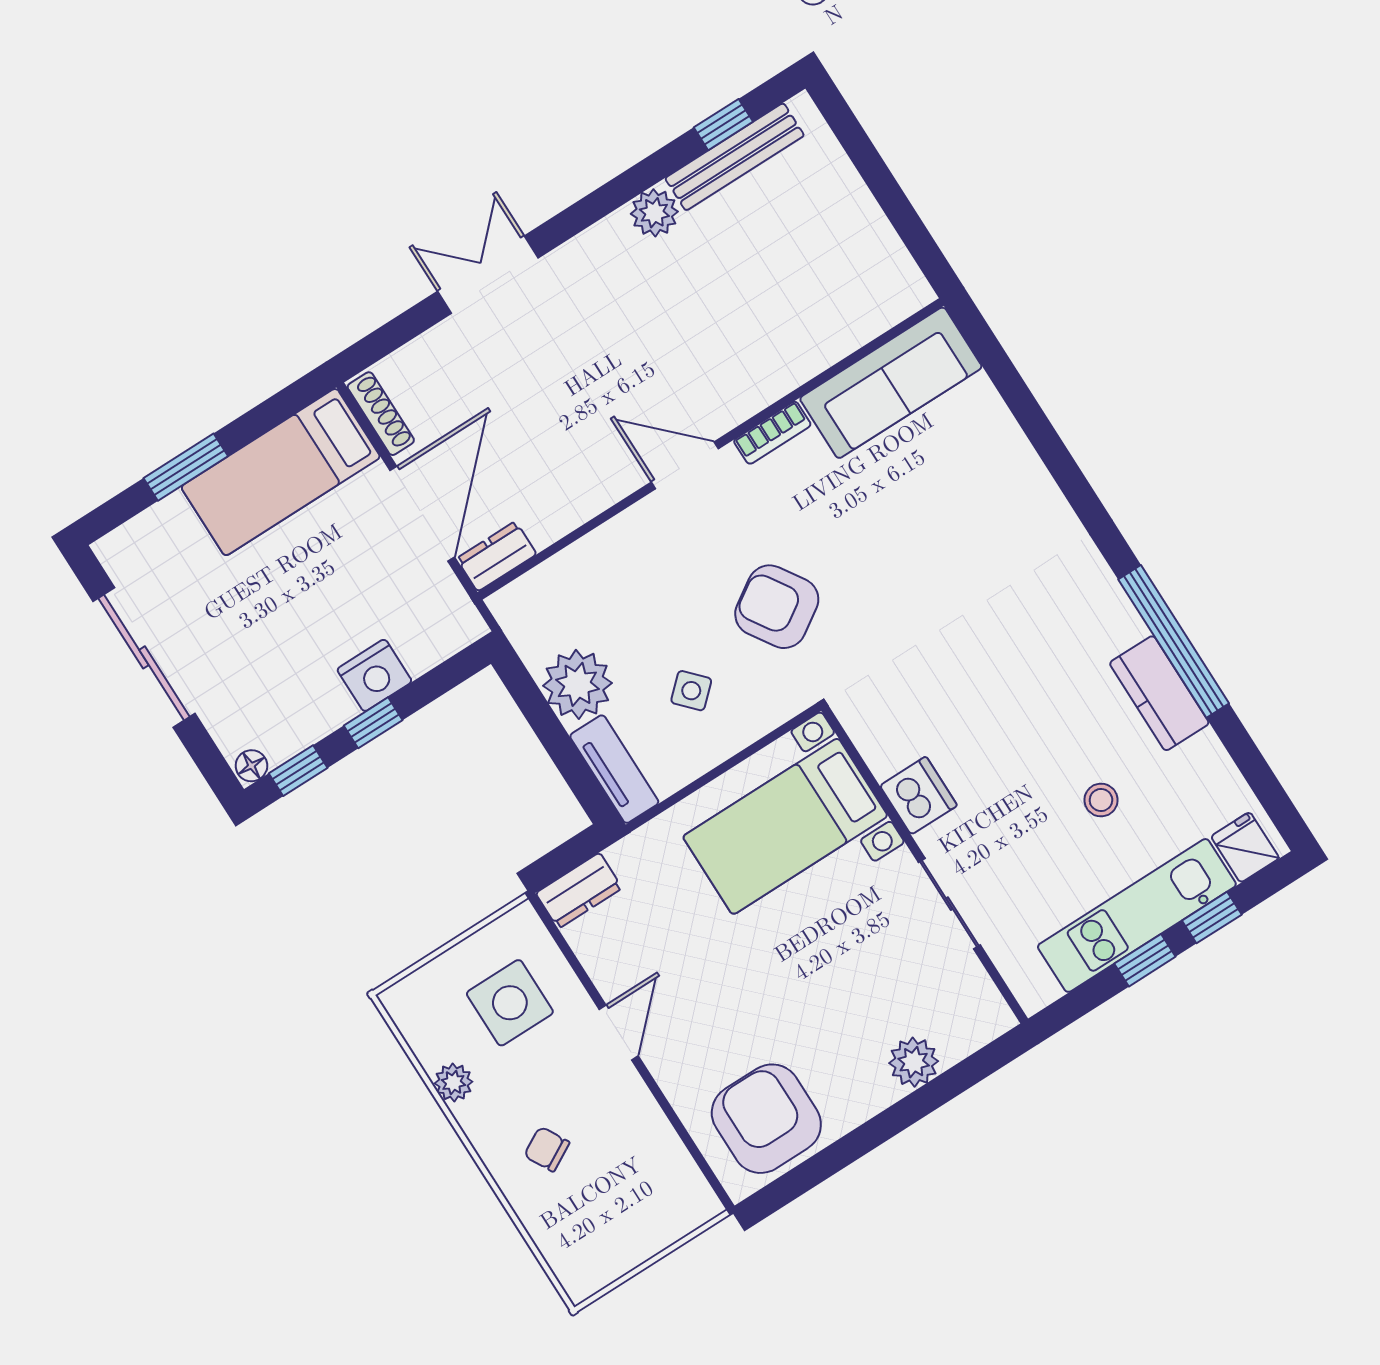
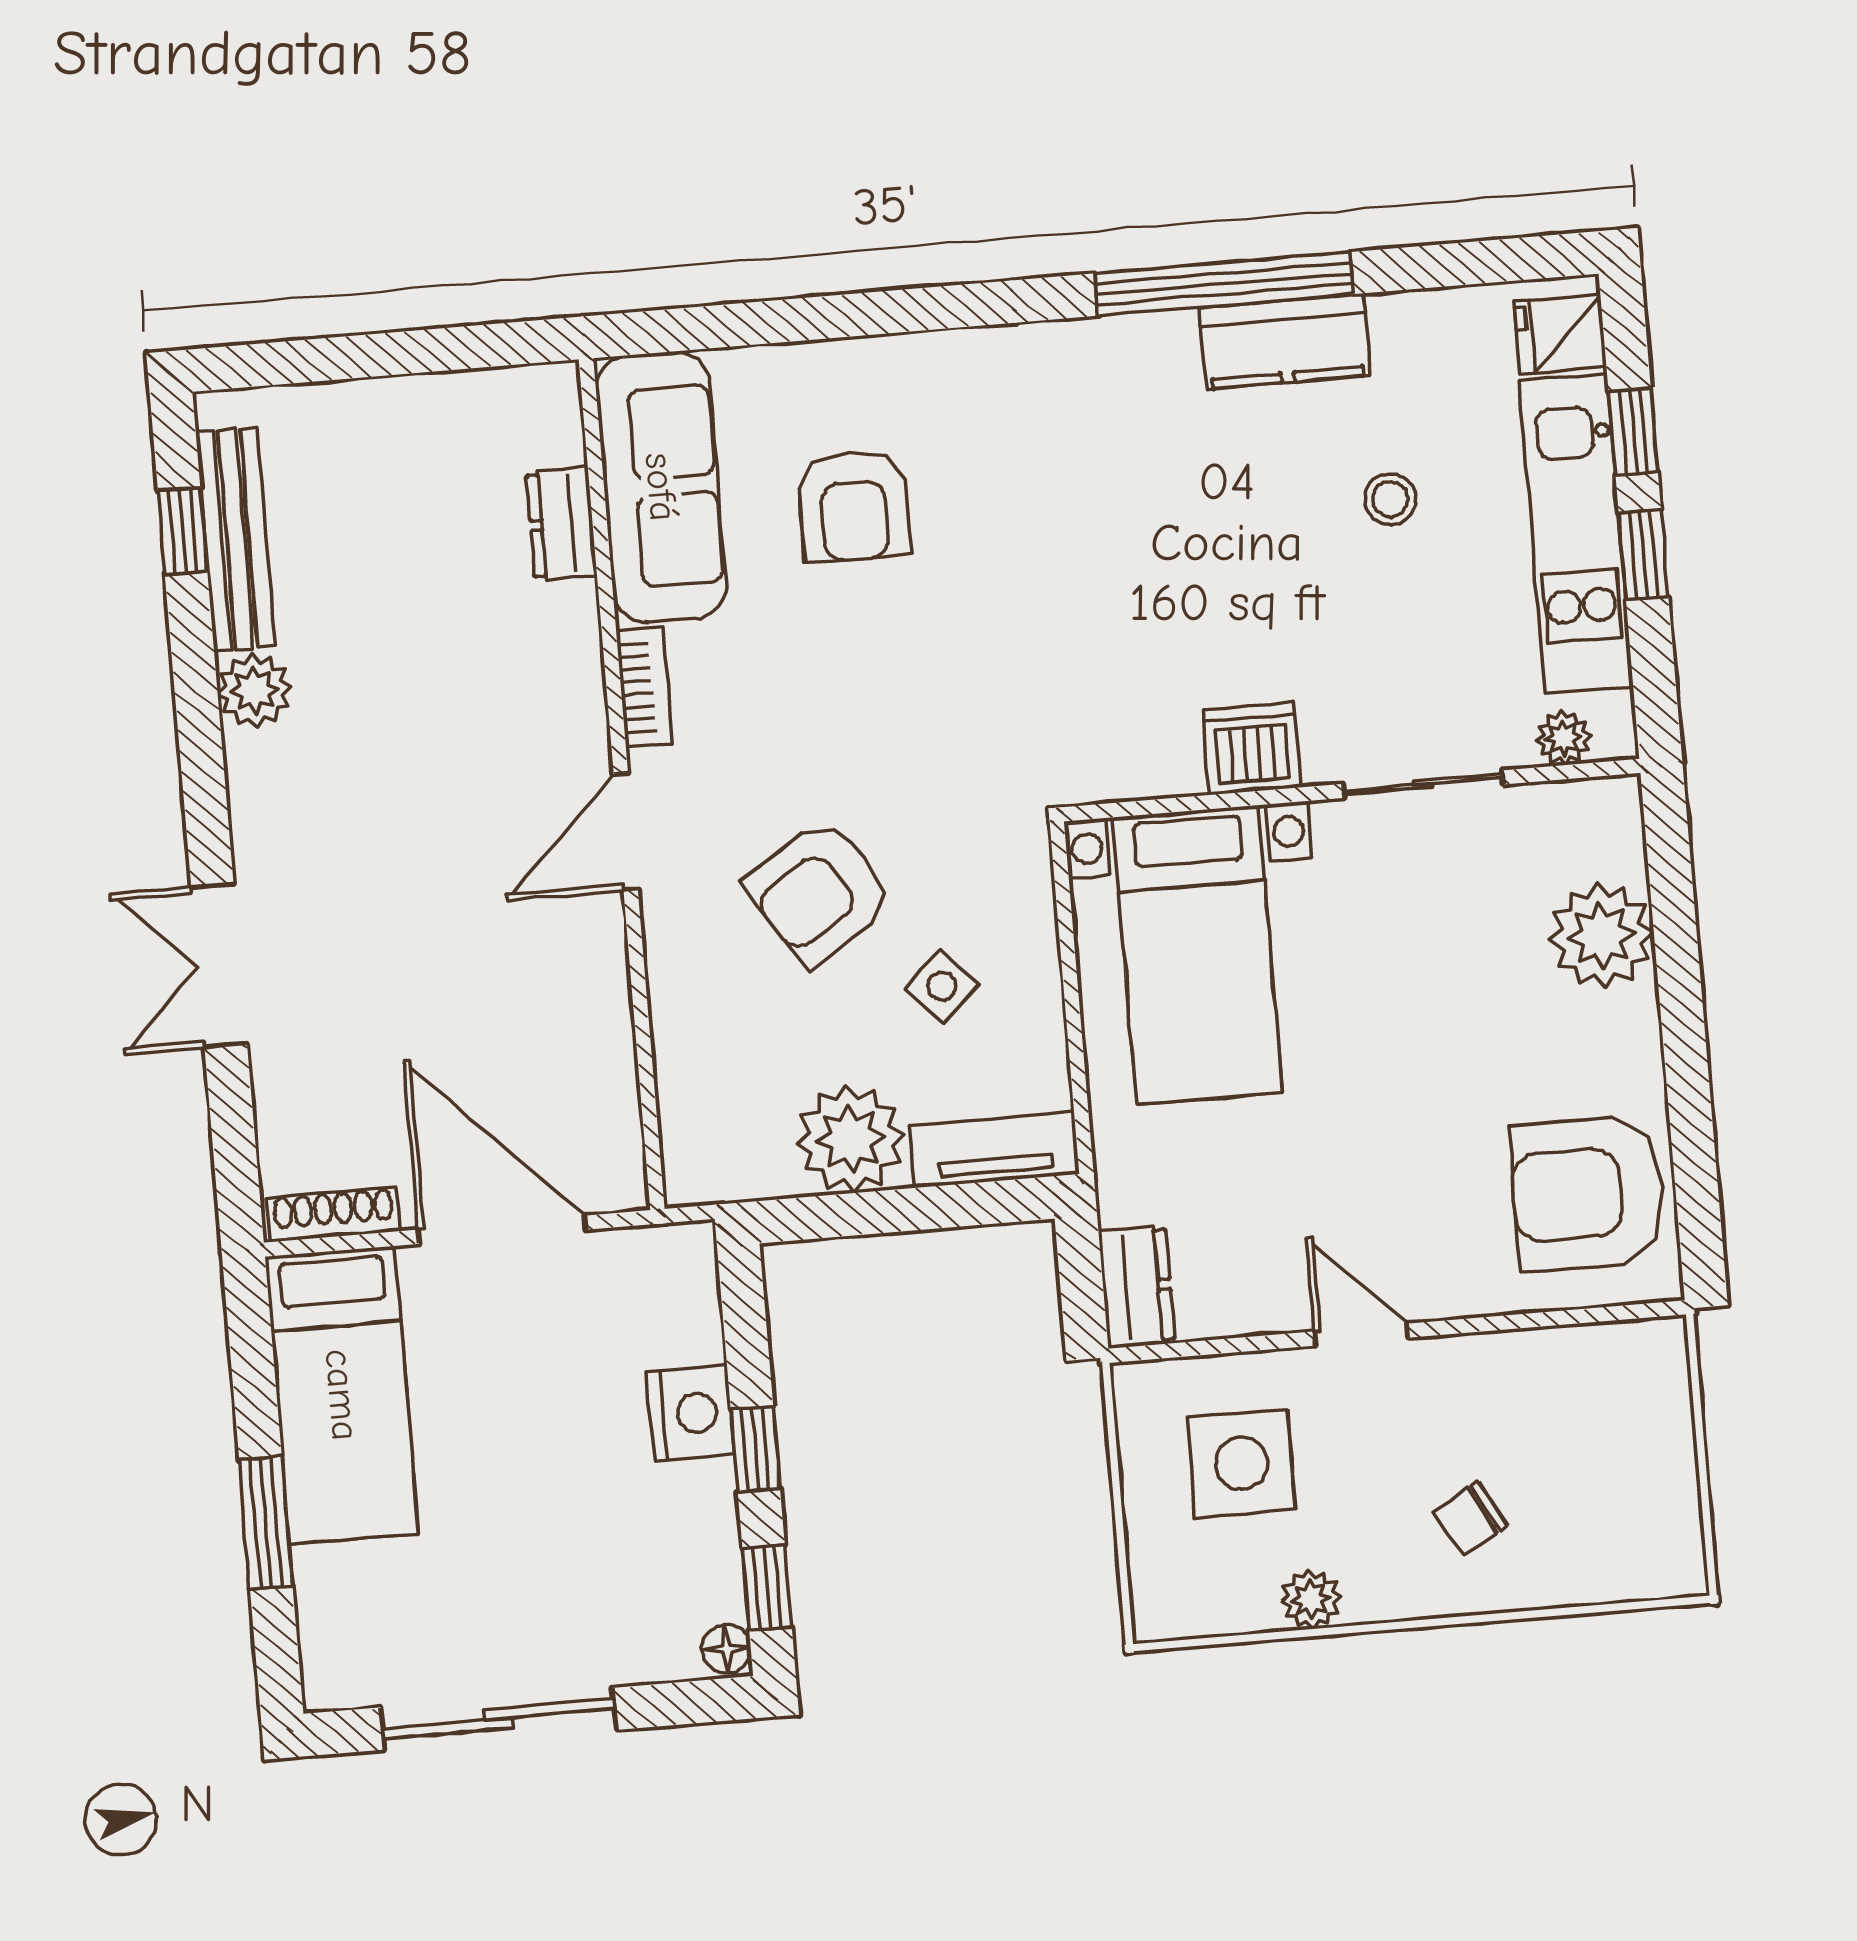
armchair: (937, 498) -> (853, 506), added
dresser: (497, 556) -> (562, 523), moved
armchair: (777, 607) -> (820, 892), moved
plant: (1017, 969) -> (1563, 738), added
plant: (914, 1062) -> (1601, 936), width x1.36, depth x1.36

